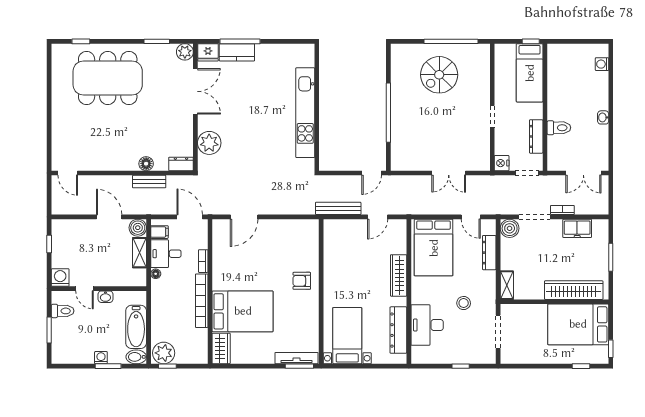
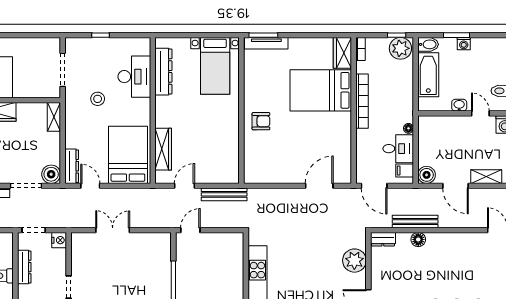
bench: (149, 182) -> (415, 221), width x1.36
shelving: (140, 253) -> (486, 177), moved, turned 90
dresser: (489, 253) -> (72, 166), moved
bookcase: (203, 261) -> (361, 49), moved
wardrobe: (399, 275) -> (163, 149), moved

